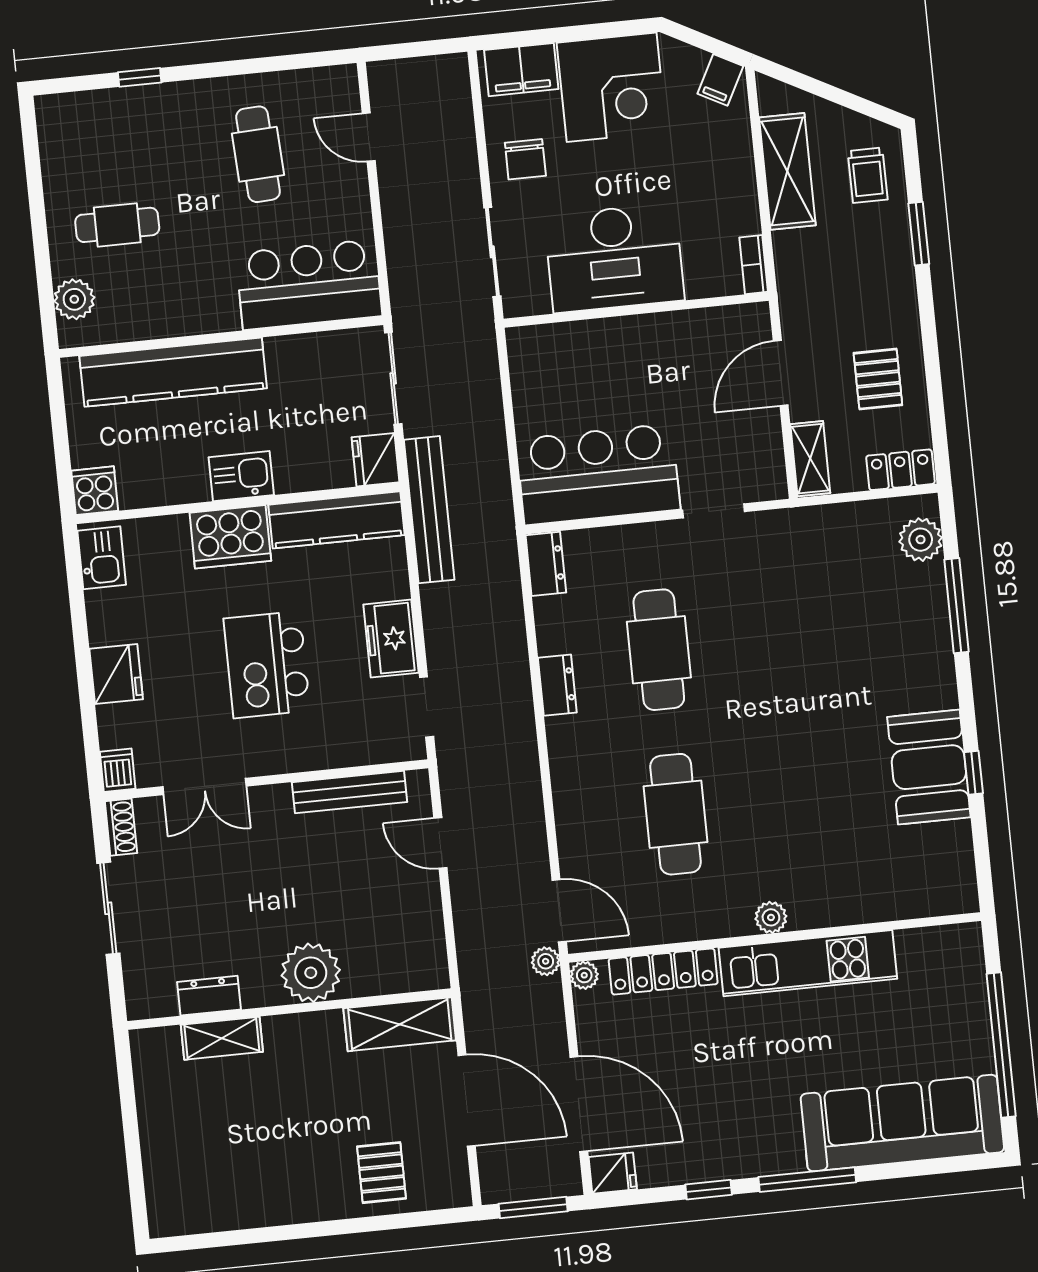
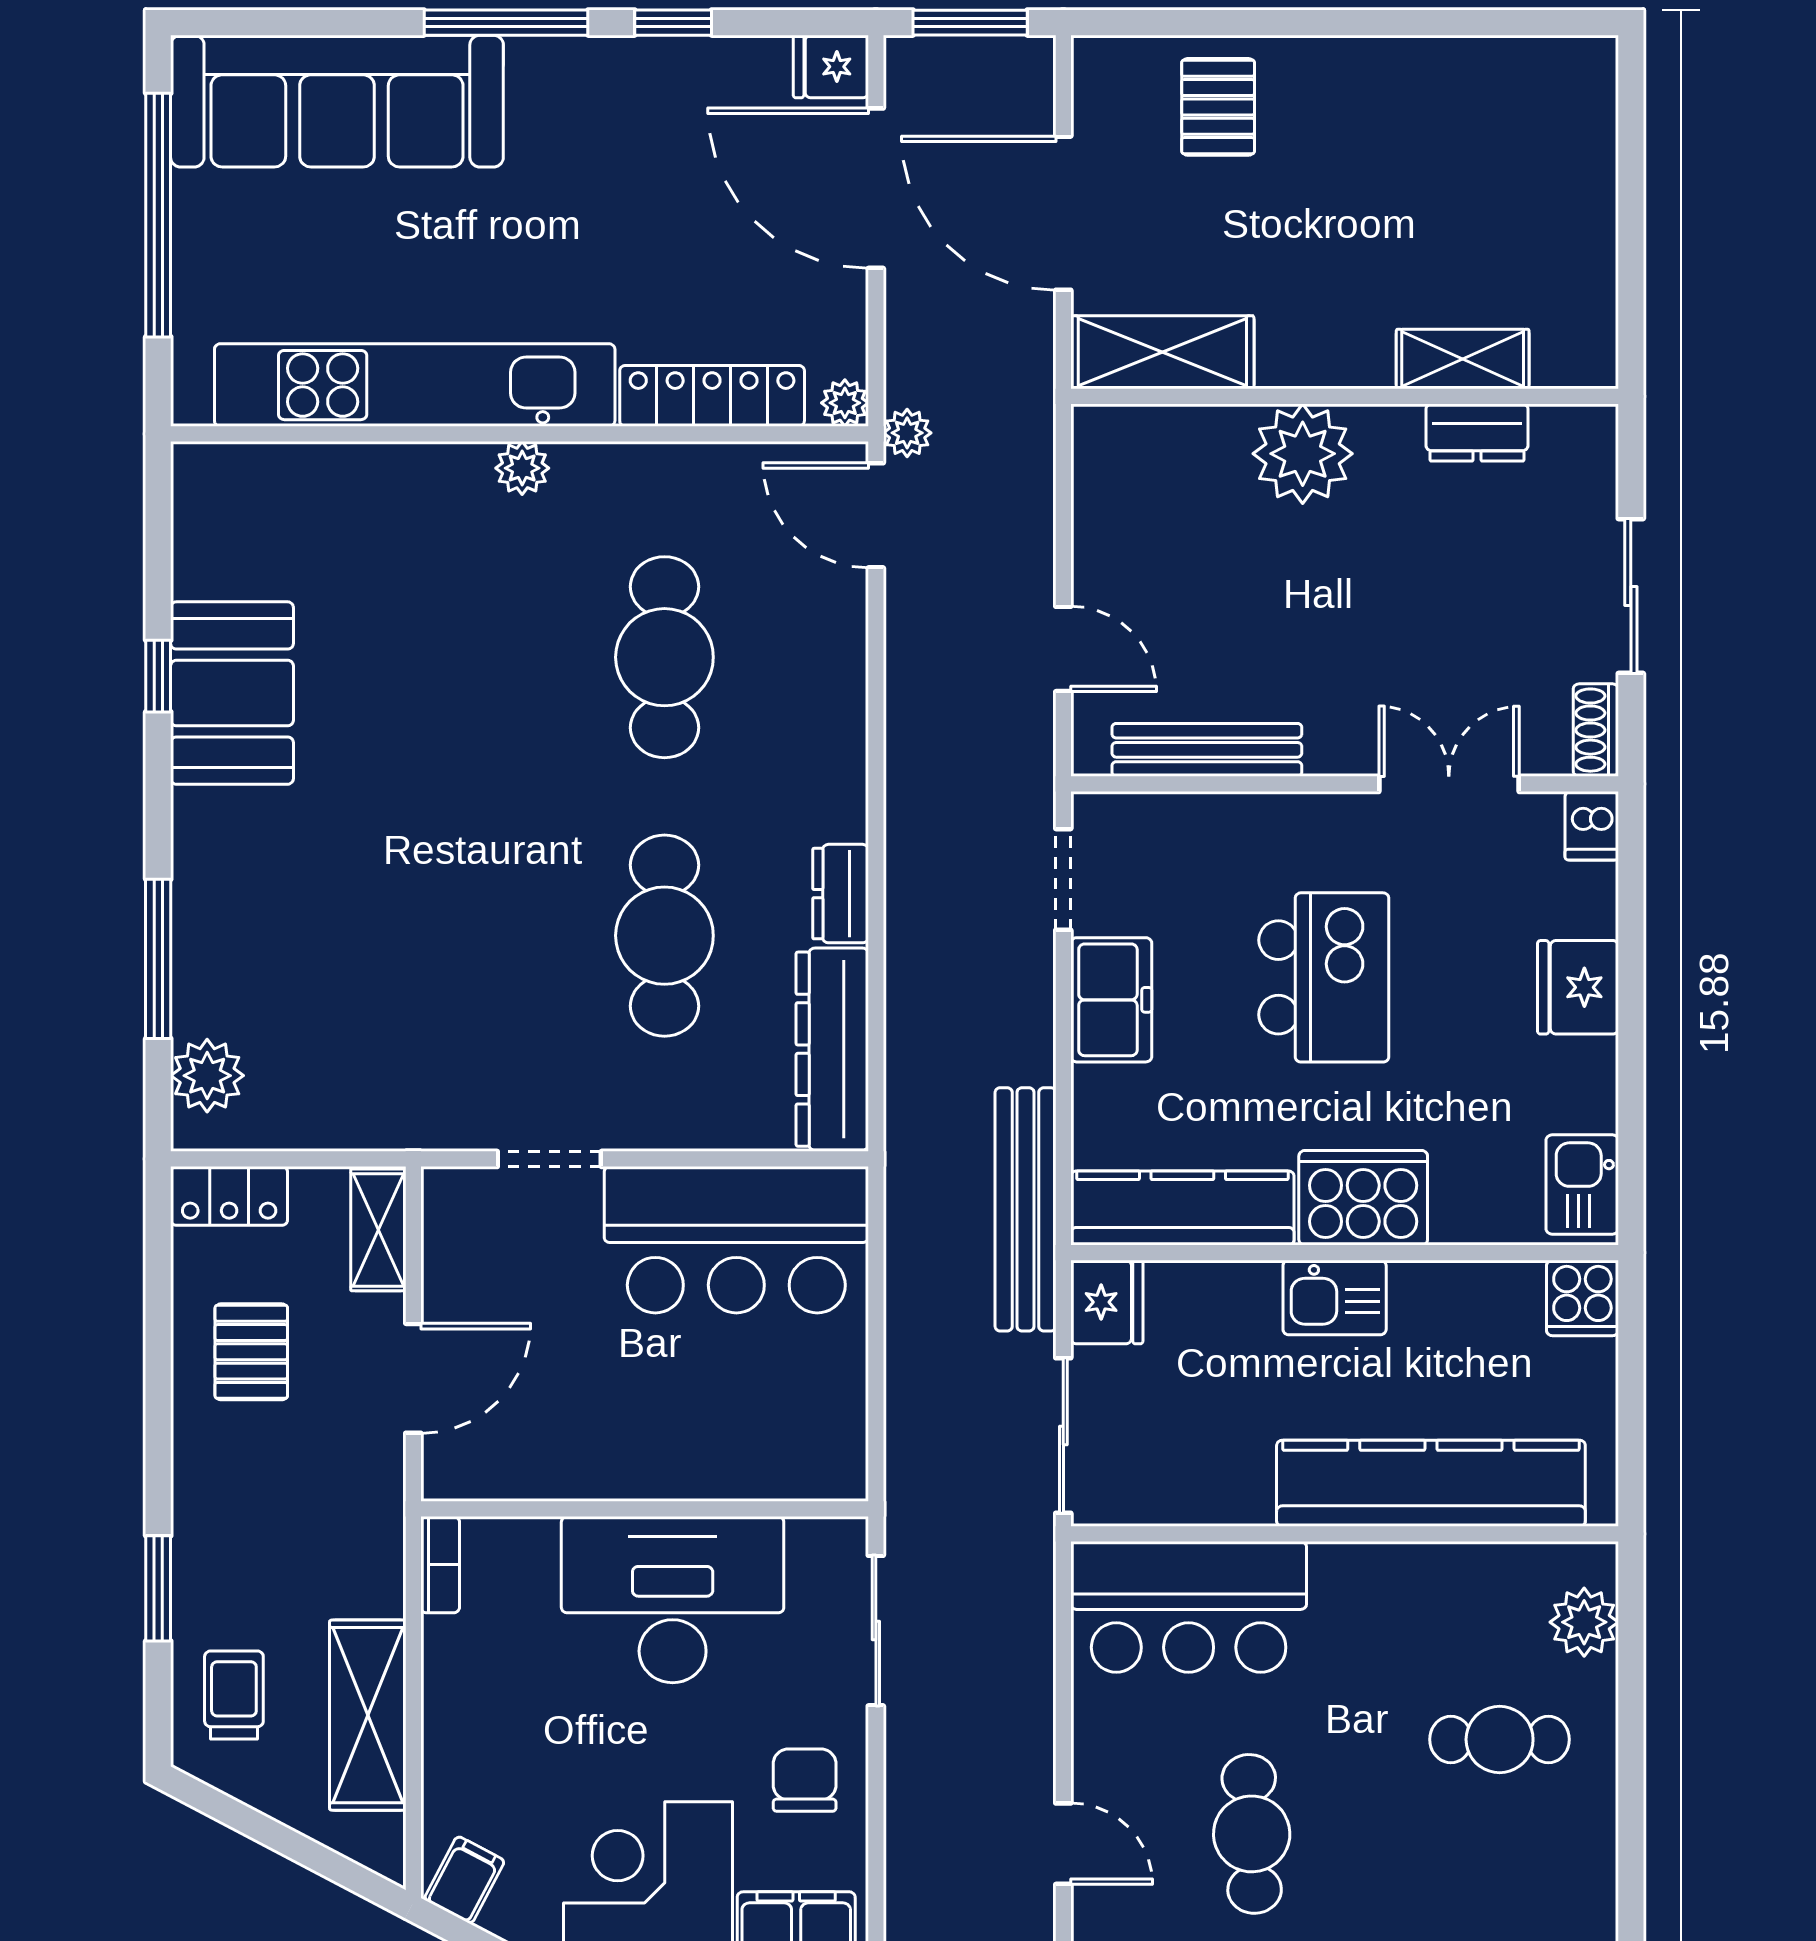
dresser: (546, 564) -> (832, 1049), width x1.96, depth x1.24
kitchen unit: (808, 963) -> (415, 385), width x1.36

